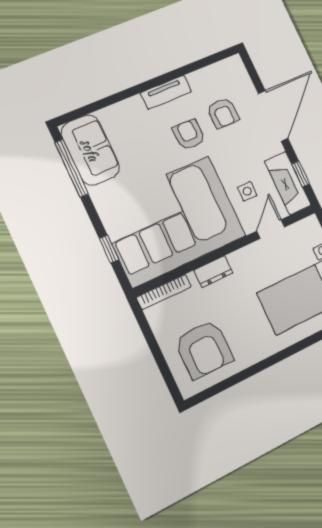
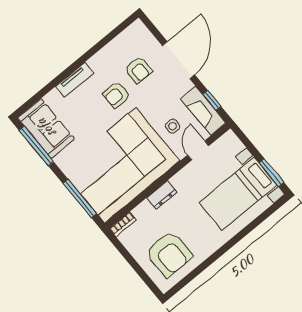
tv unit: (166, 92) -> (75, 80), moved
armchair: (189, 135) -> (116, 95), turned -90
window: (109, 249) -> (80, 199), width x2.17
bookcase: (164, 292) -> (123, 224), width x0.64

